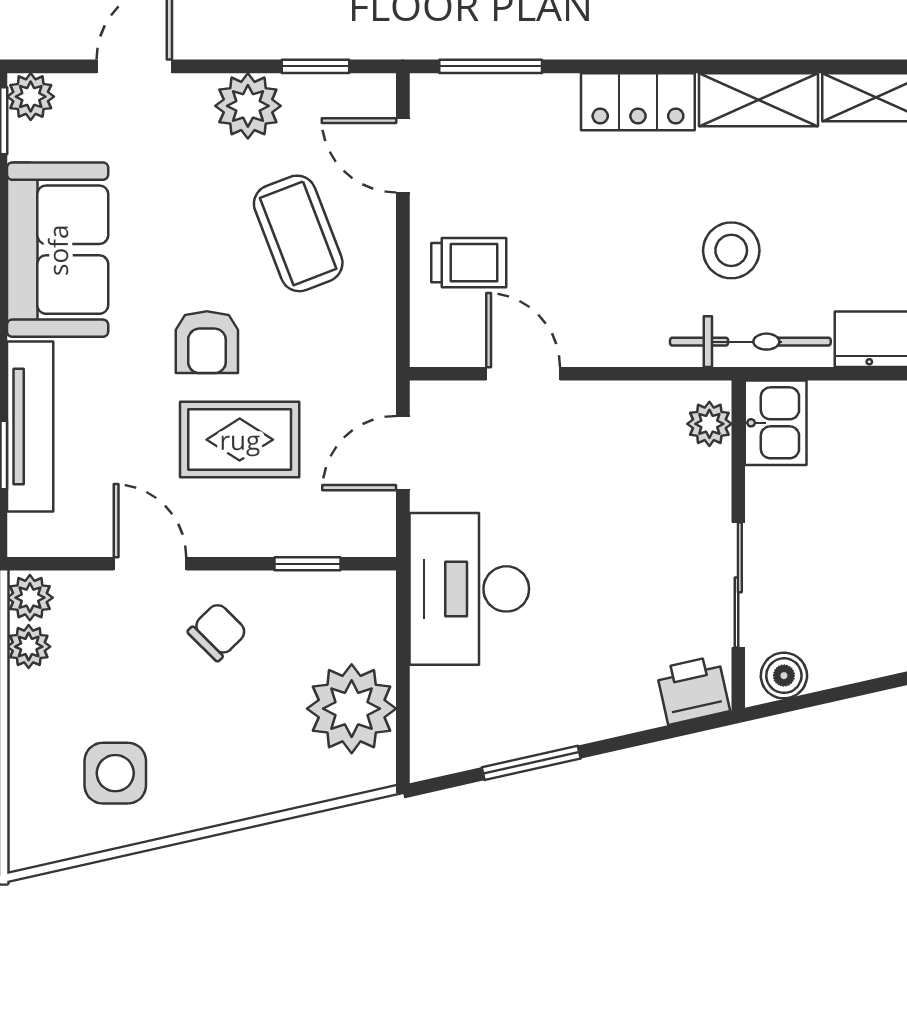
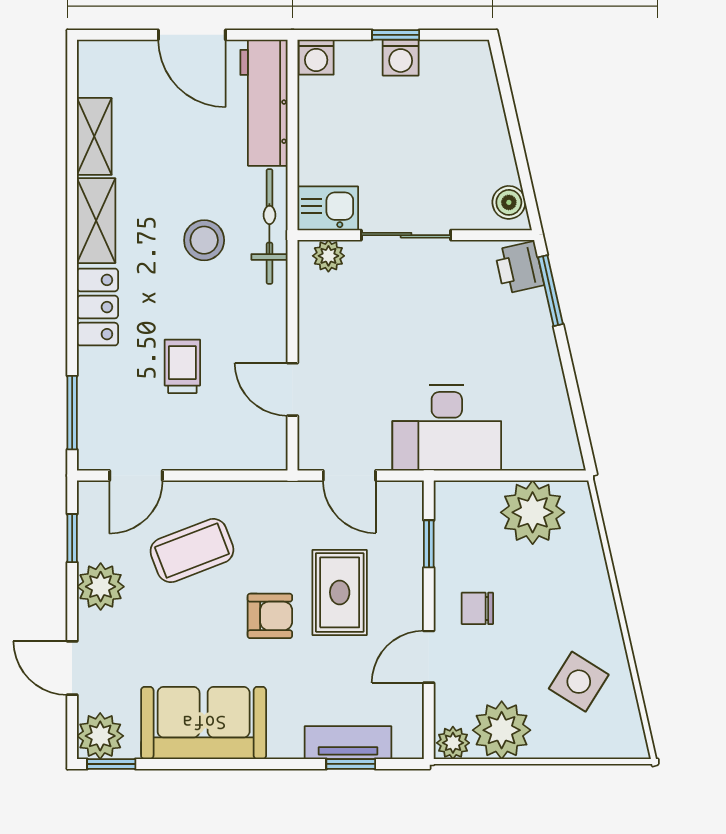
plant: (31, 97) -> (100, 736), width x1.38, depth x1.38
trolley: (469, 263) -> (182, 366), moved
door: (523, 374) -> (293, 389), hinge flipped
tv unit: (30, 426) -> (348, 743), width x0.71
sliding door: (738, 585) -> (406, 235), moved
chair: (217, 632) -> (477, 608), turned -45
plant: (29, 647) -> (502, 730), width x1.88, depth x1.88
window: (531, 763) -> (550, 291), moved
side table: (115, 773) -> (579, 682), turned 32

